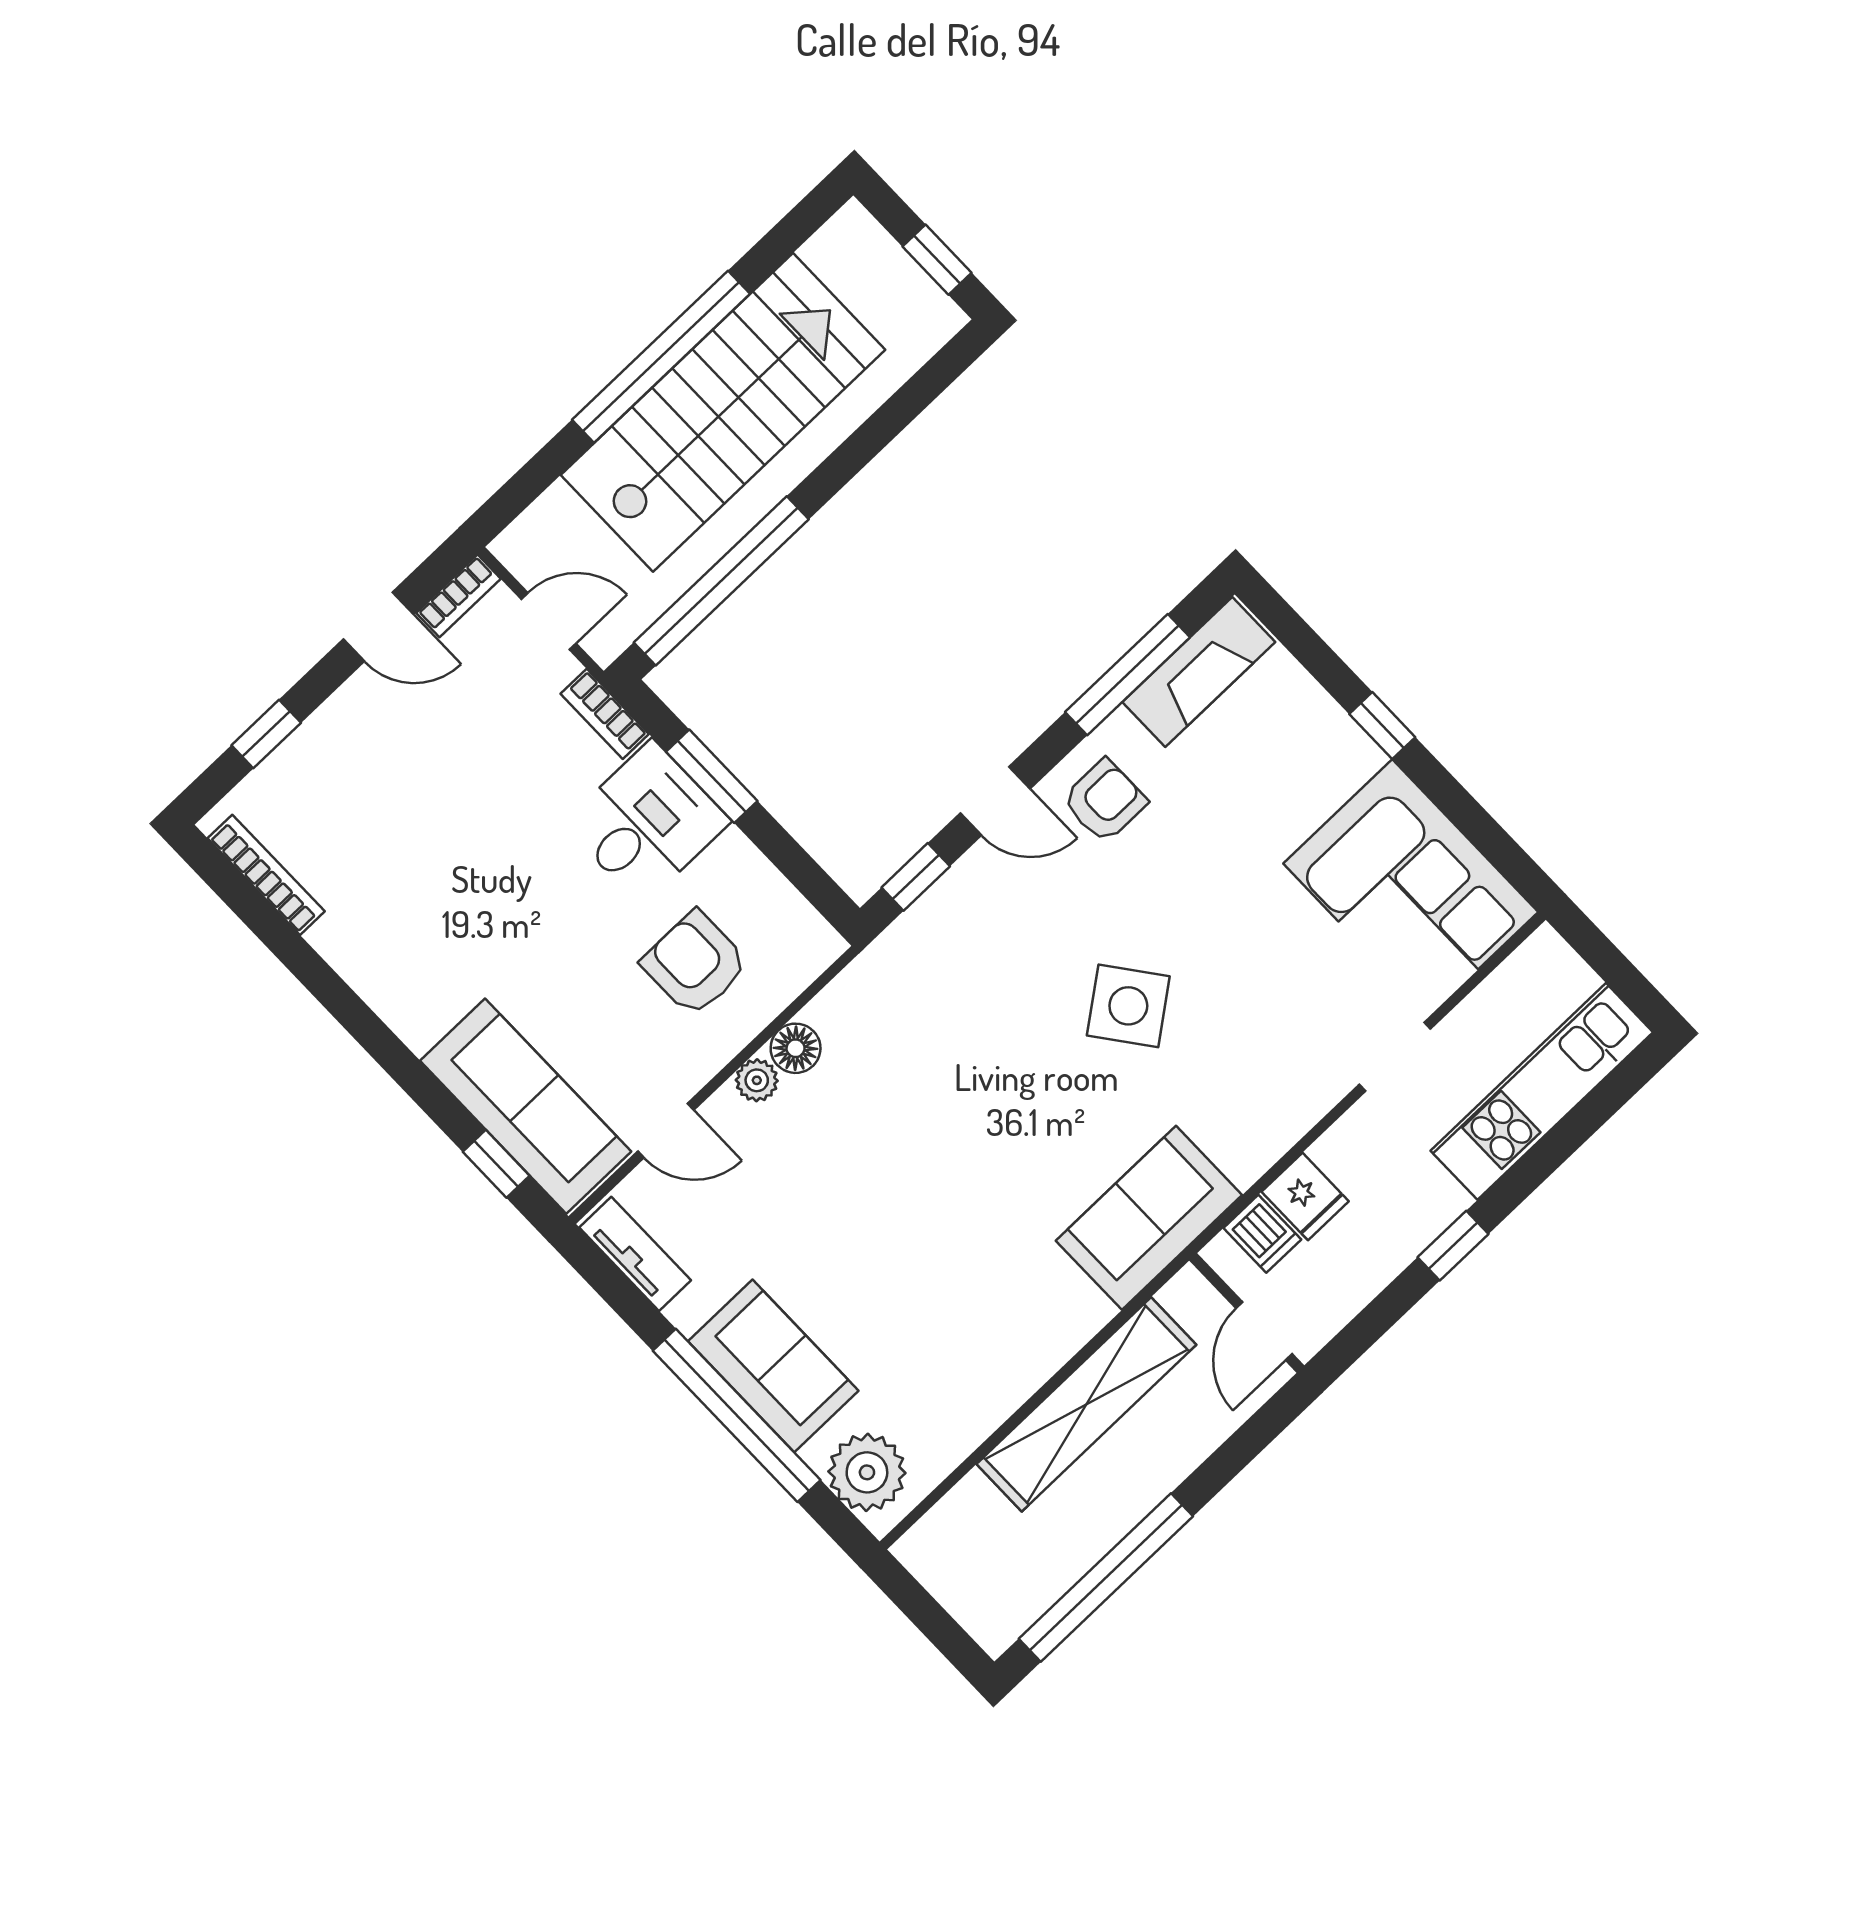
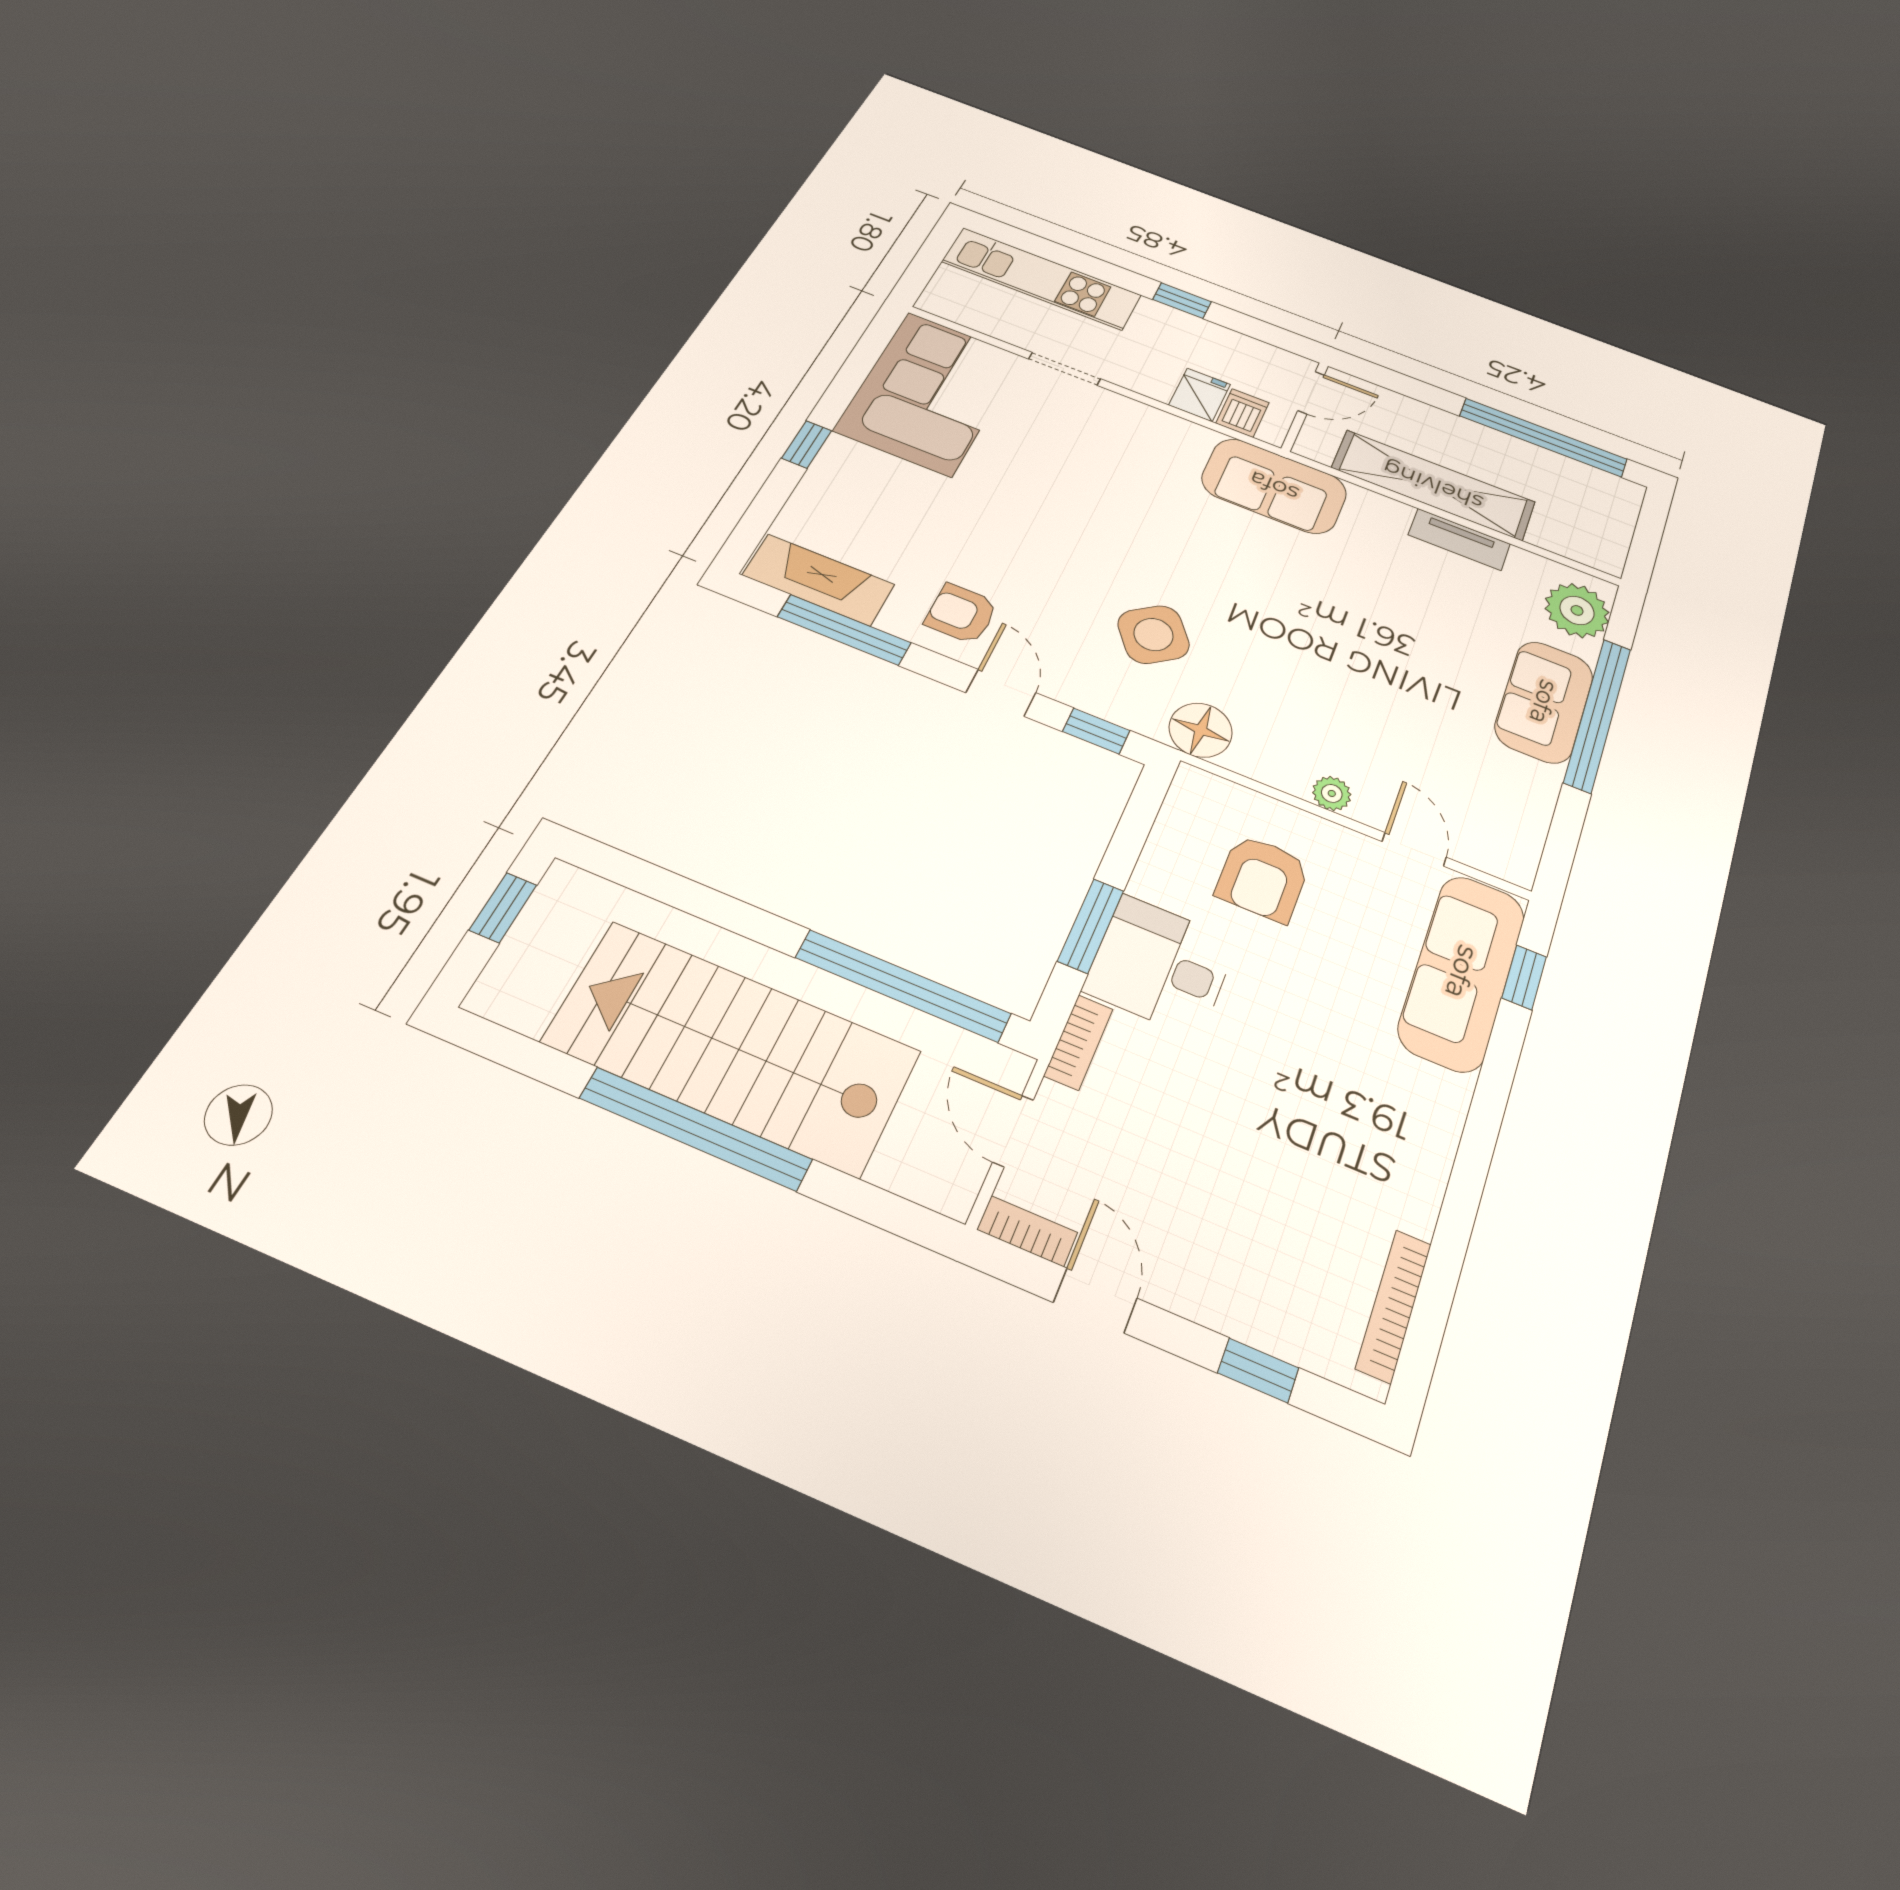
side table: (1128, 1006) -> (1153, 634), moved
floor lamp: (796, 1048) -> (1201, 730), moved, width x1.38, depth x1.38
tv unit: (635, 1254) -> (1459, 539), moved, turned -90

